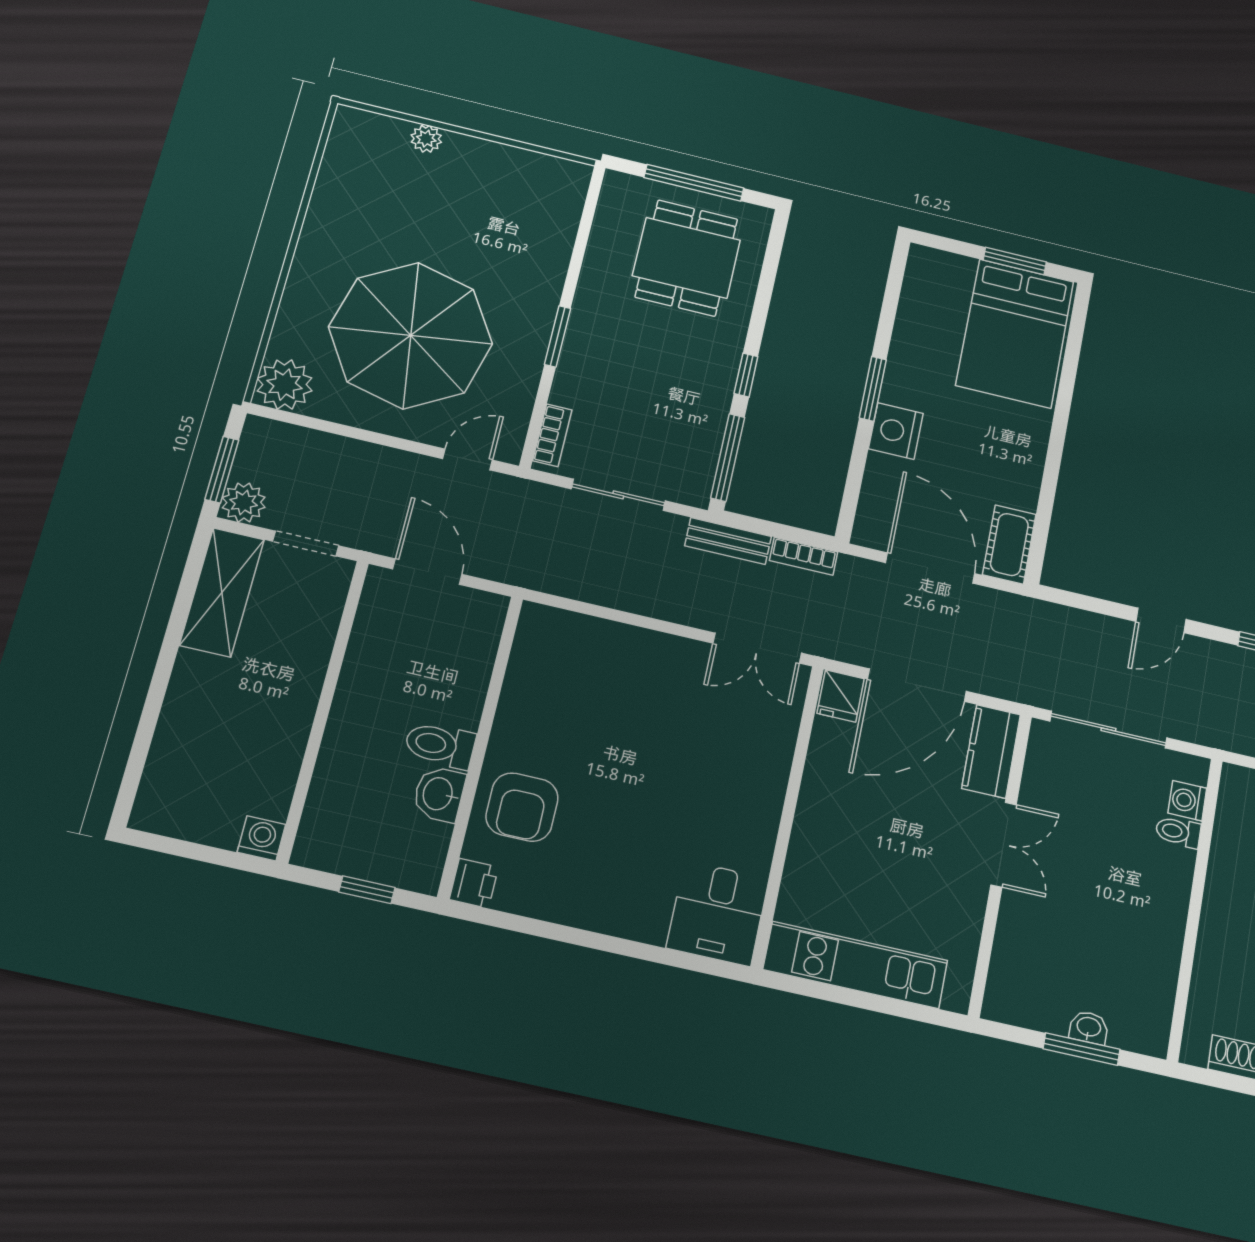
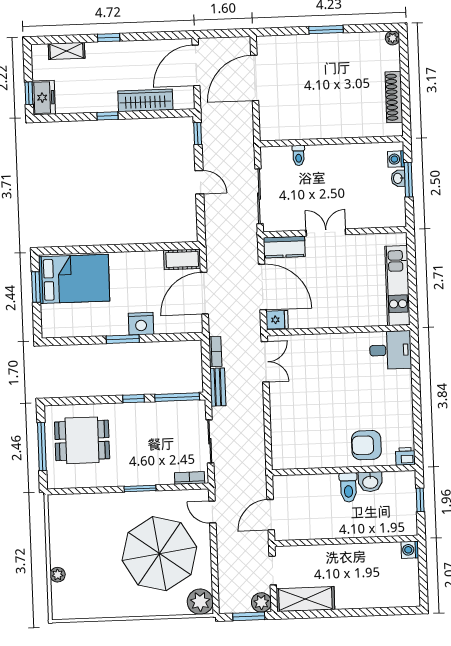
washing machine: (1187, 801) -> (396, 159), moved, turned 90
armchair: (522, 807) -> (366, 445), turned 180

